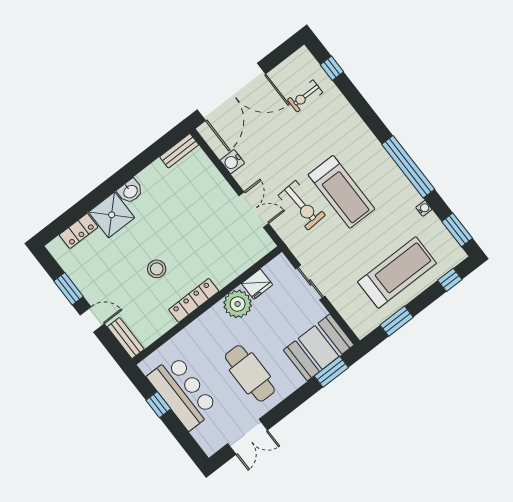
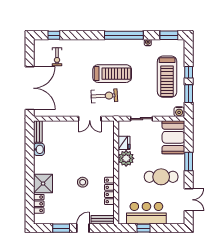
water cooler: (232, 162) -> (179, 112), moved
washbasin: (130, 191) -> (39, 149), moved
double door: (254, 210) -> (90, 119), swing flipped
treadmill: (397, 272) -> (167, 77), turned 180
window: (450, 280) -> (189, 72), moved
locker: (194, 300) -> (109, 191), moved
window: (331, 372) -> (189, 161), moved

